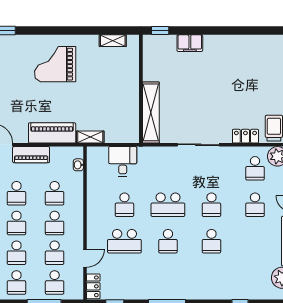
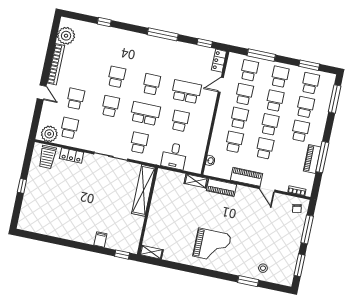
shelving: (113, 41) -> (151, 252), moved
filing cabinet: (190, 43) -> (100, 239), width x0.50
piano: (52, 133) -> (221, 188), width x0.73, depth x0.75
school desk: (168, 168) -> (139, 143), added

